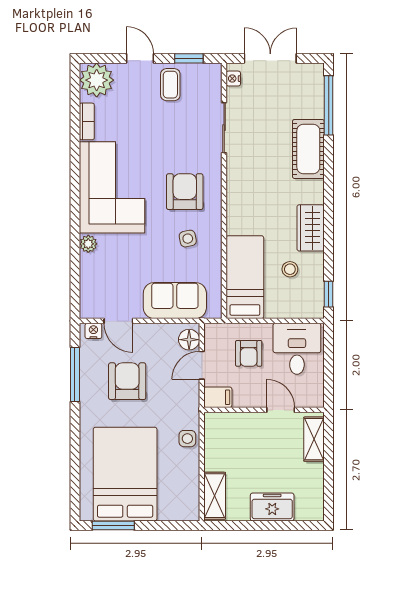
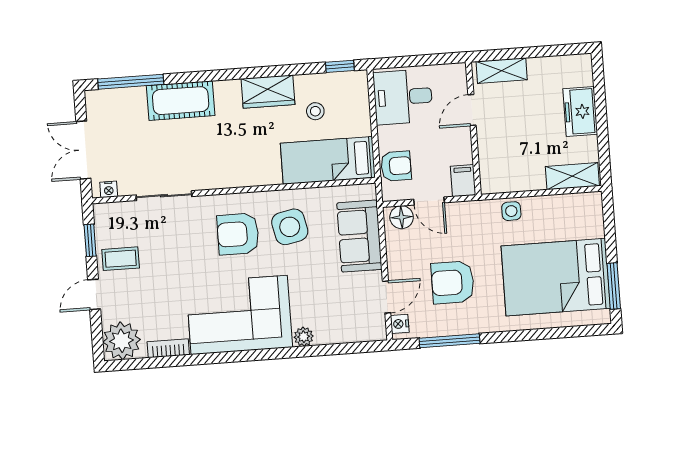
side table: (188, 239) -> (290, 227), width x1.87, depth x1.87
armchair: (249, 353) -> (396, 166), moved

